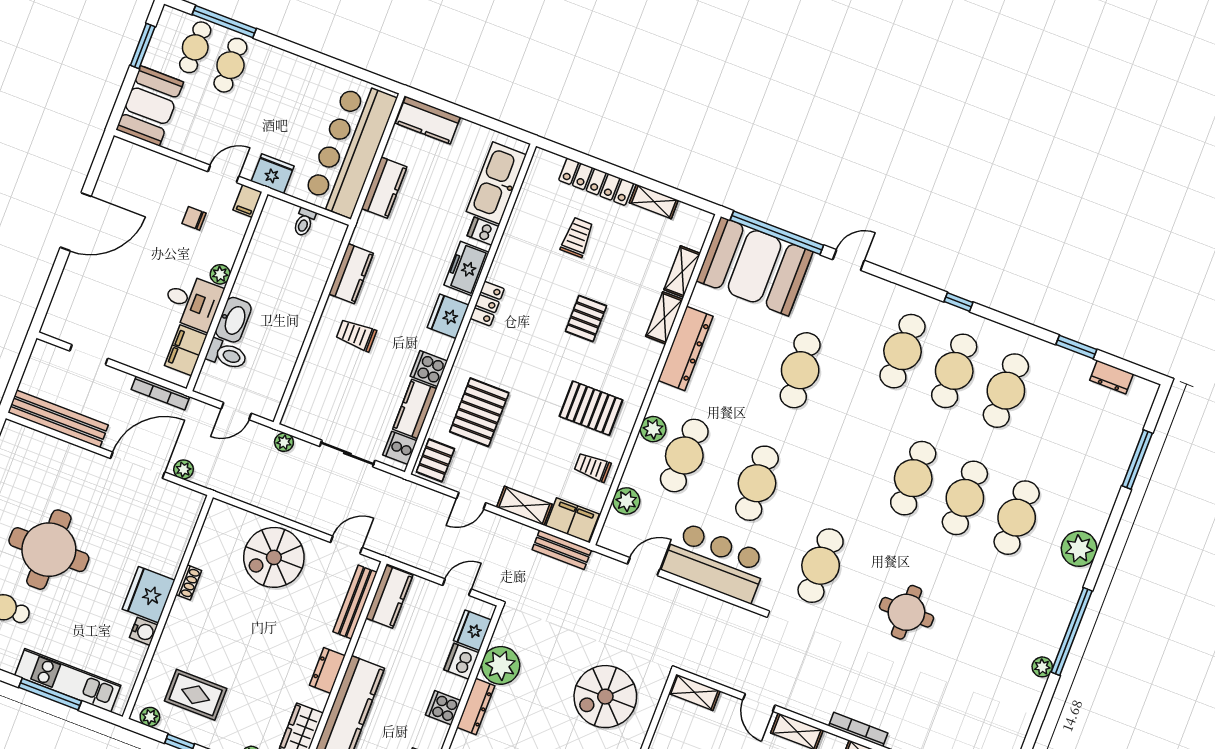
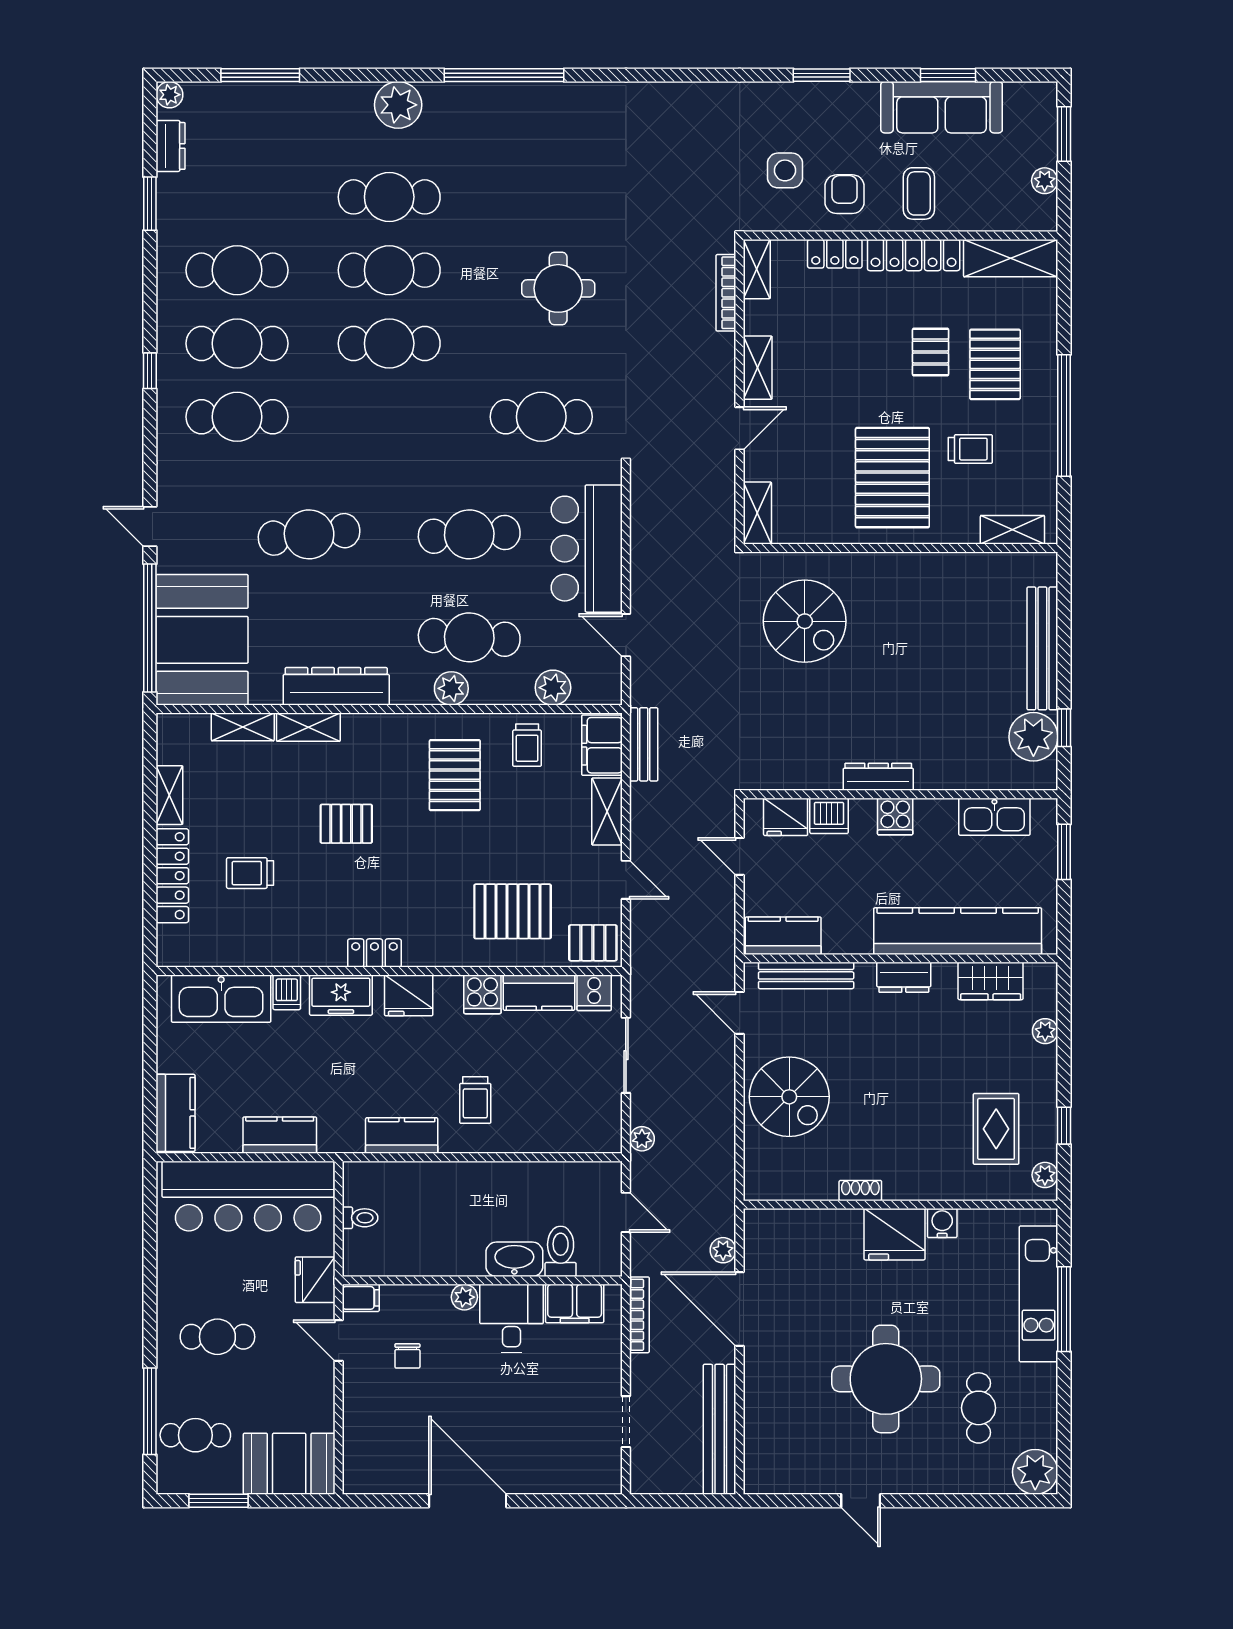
cafe table: (230, 65) -> (217, 1337), moved
plant: (501, 665) -> (816, 765), removed
plant: (1042, 667) -> (169, 95), moved

